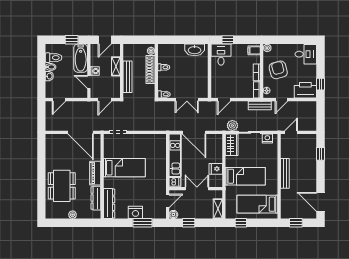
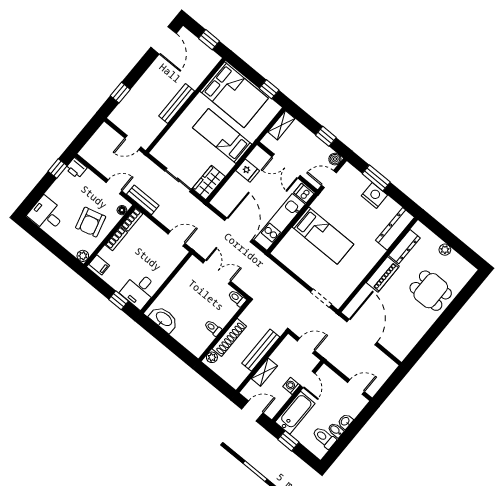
printer: (305, 90) -> (76, 168), width x0.53, depth x0.68
plant: (232, 125) -> (191, 203), removed
nightstand: (267, 138) -> (164, 157), removed
bed: (124, 168) -> (323, 236), moved, turned 180
dining table: (62, 186) -> (431, 291), width x0.73
bed: (257, 204) -> (234, 95), width x1.50

